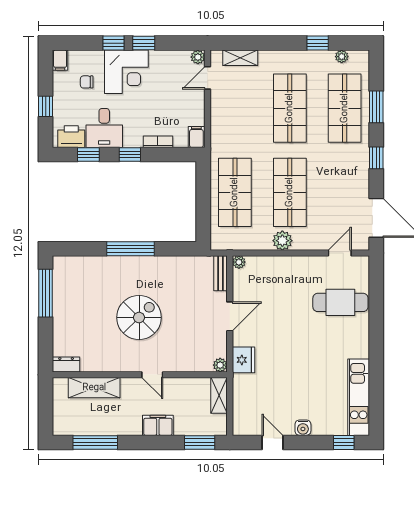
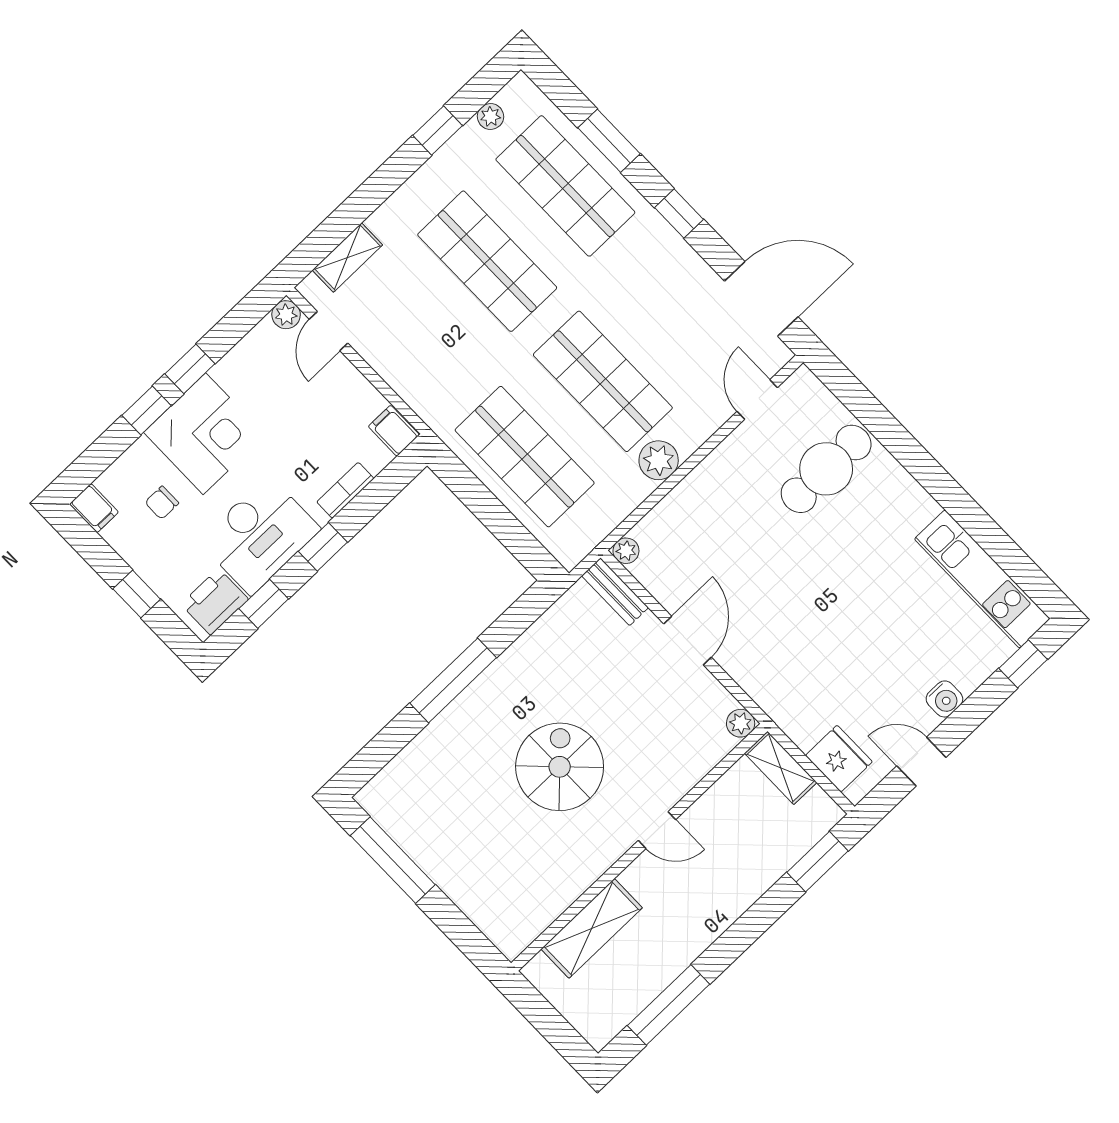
desk: (104, 128) -> (260, 535), width x1.37
fridge: (244, 360) -> (839, 759), moved
dresser: (66, 364) -> (520, 934), removed
filing cabinet: (158, 425) -> (734, 895), removed

